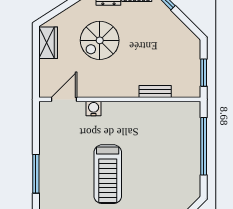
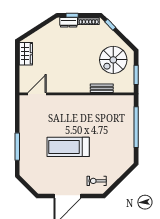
spiral stairs: (100, 40) -> (113, 60), moved
water cooler: (94, 108) -> (58, 100), removed
treadmill: (108, 174) -> (68, 147), turned 90

